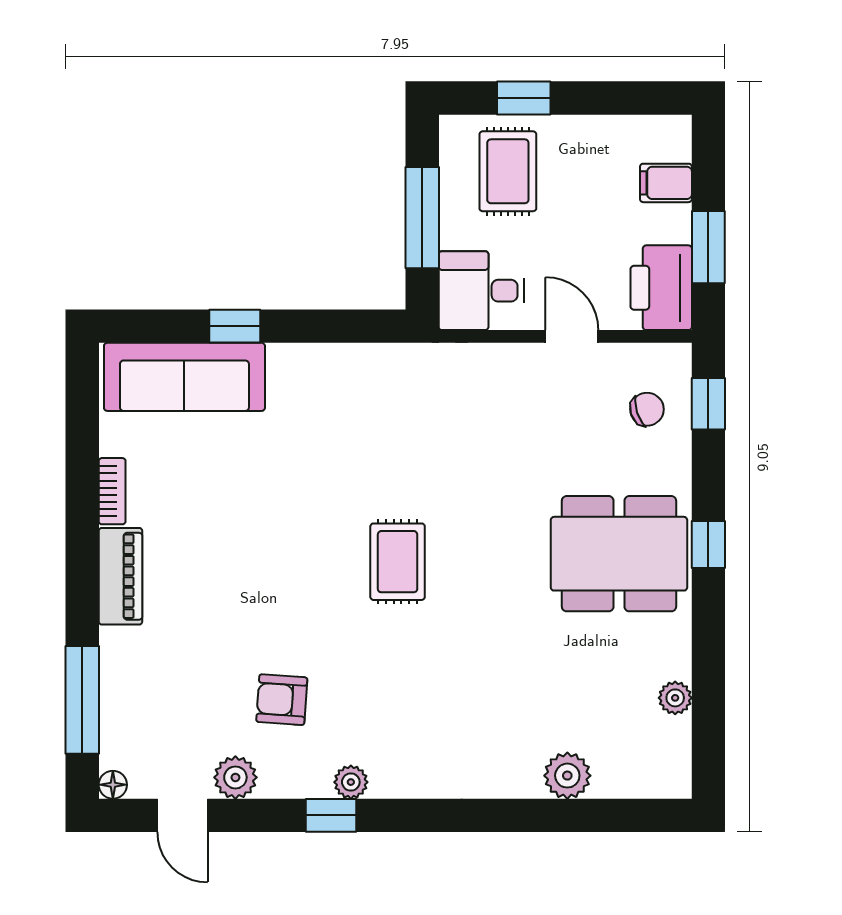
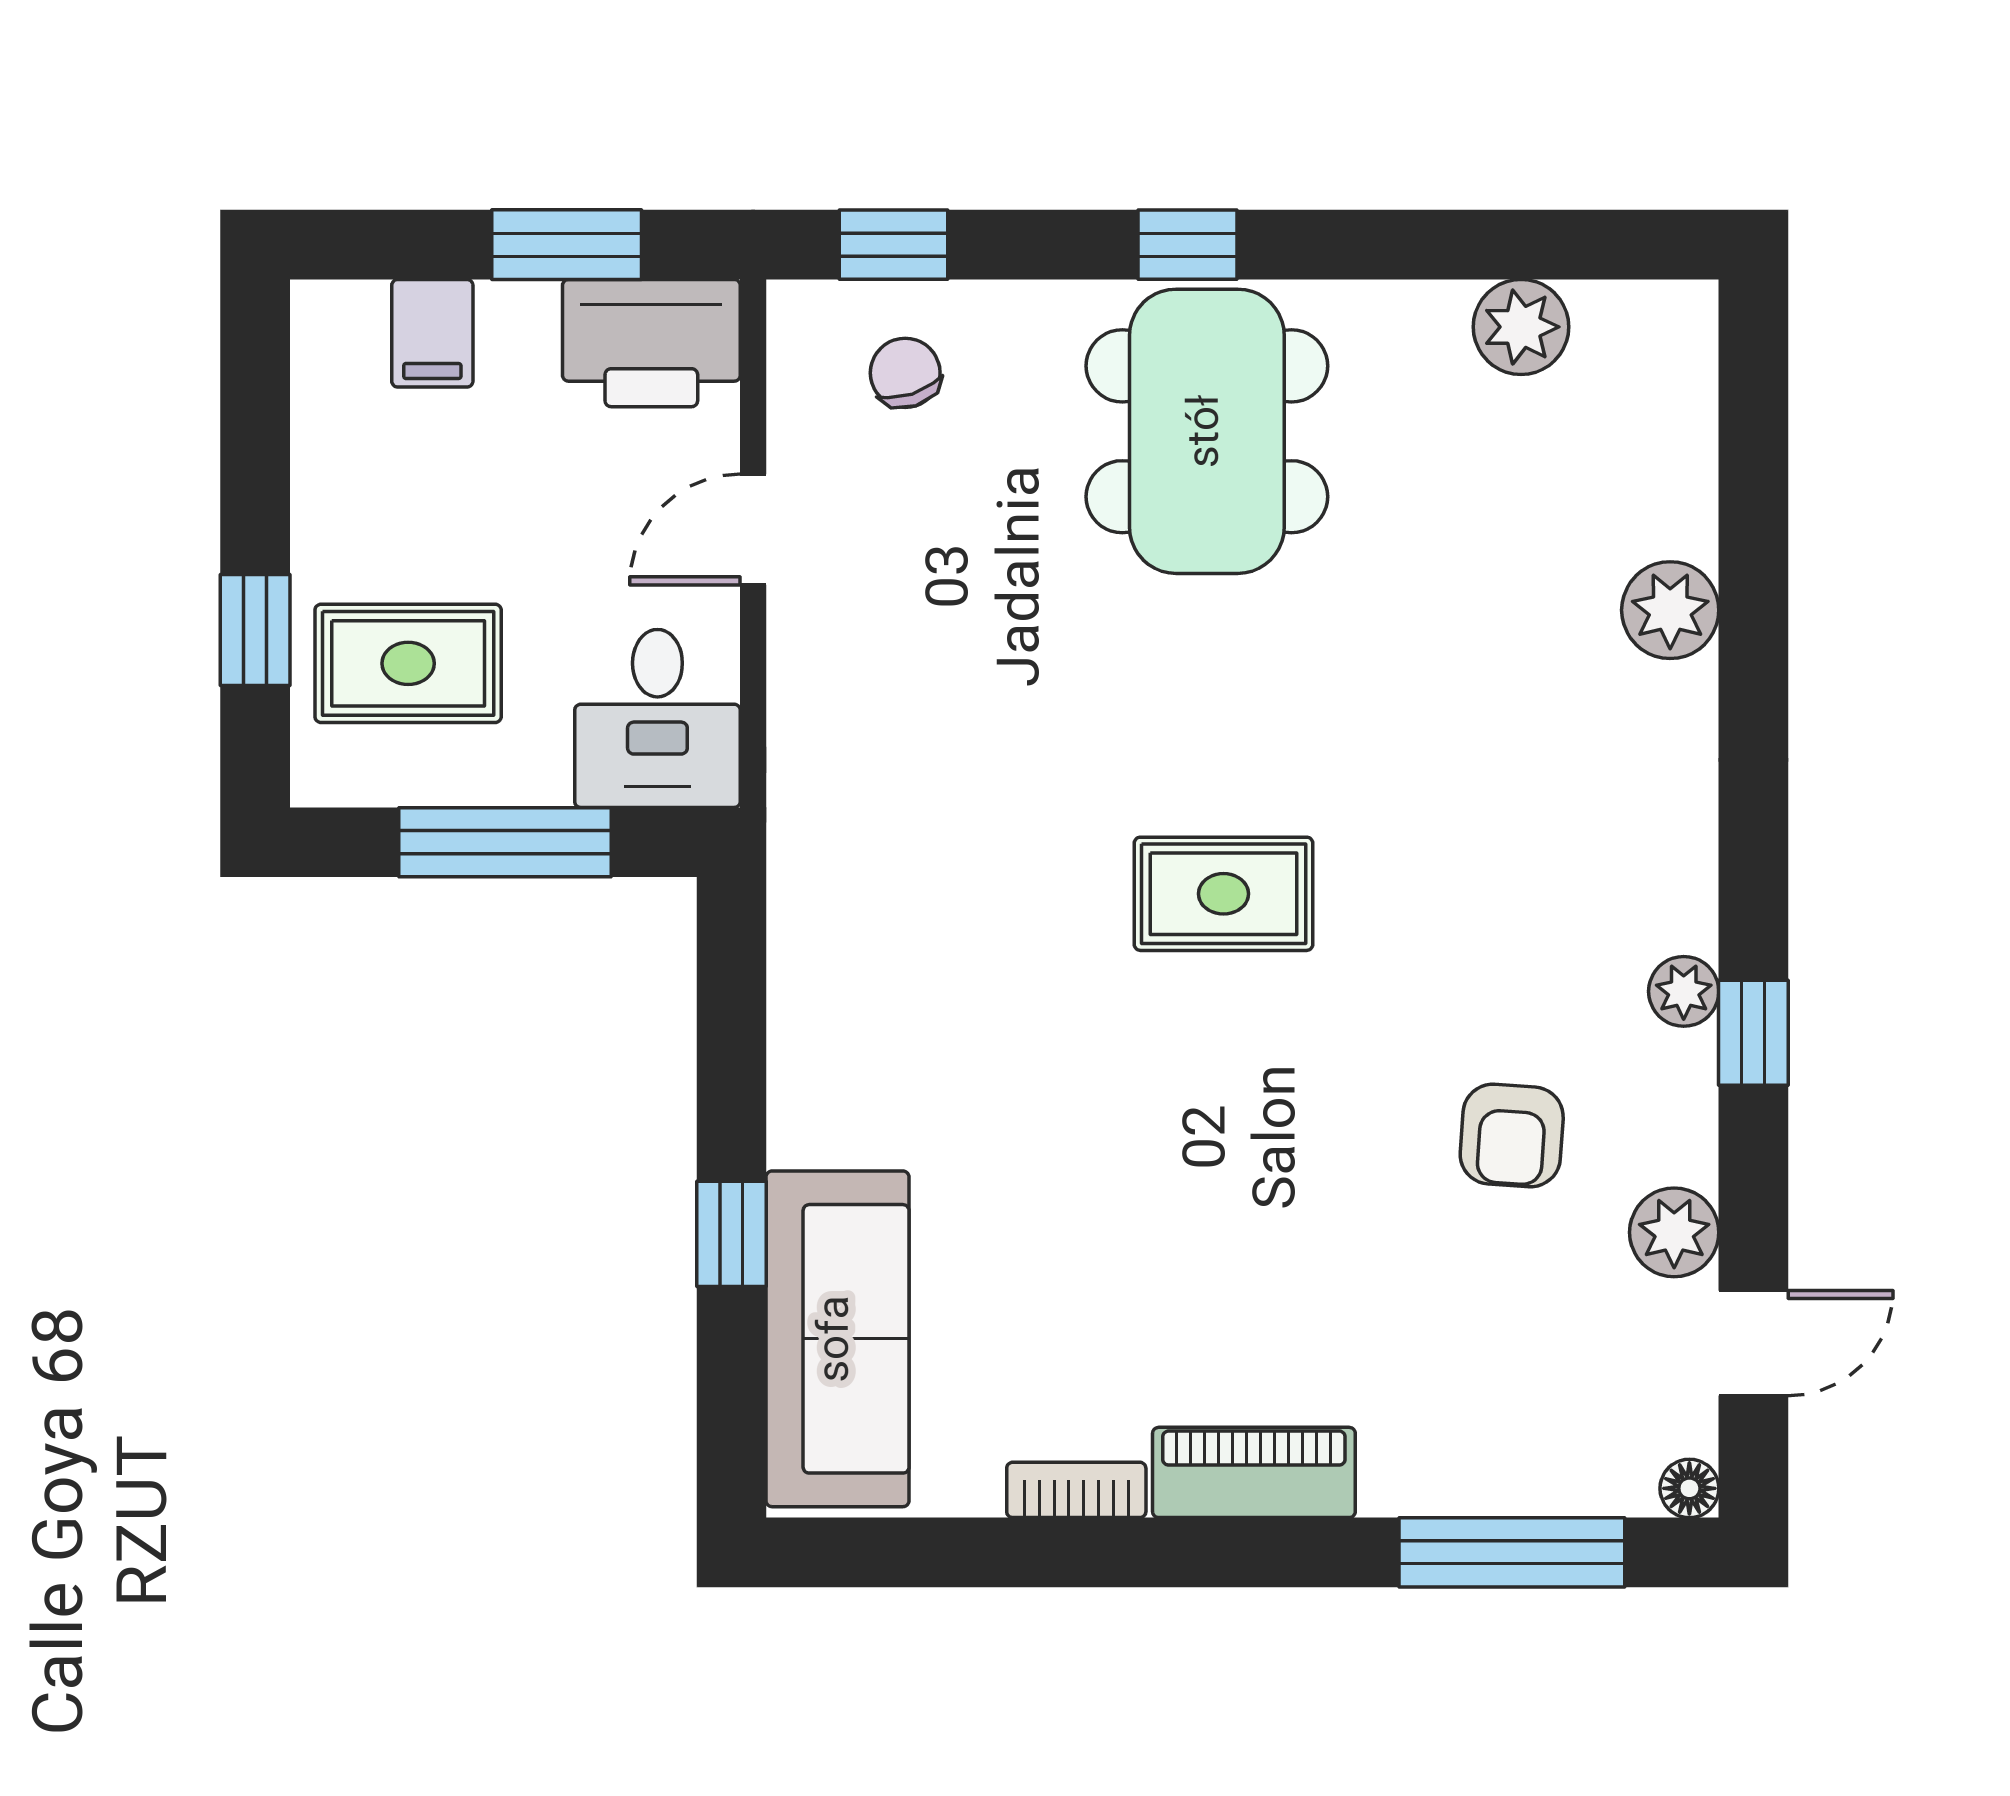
plant: (675, 698) -> (1521, 327), width x1.38, depth x1.38
plant: (567, 776) -> (1670, 610), moved

